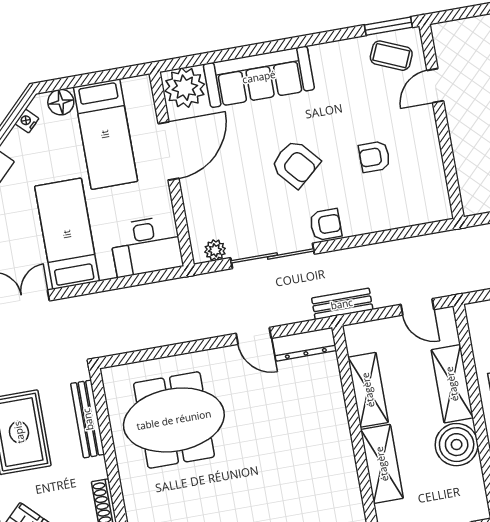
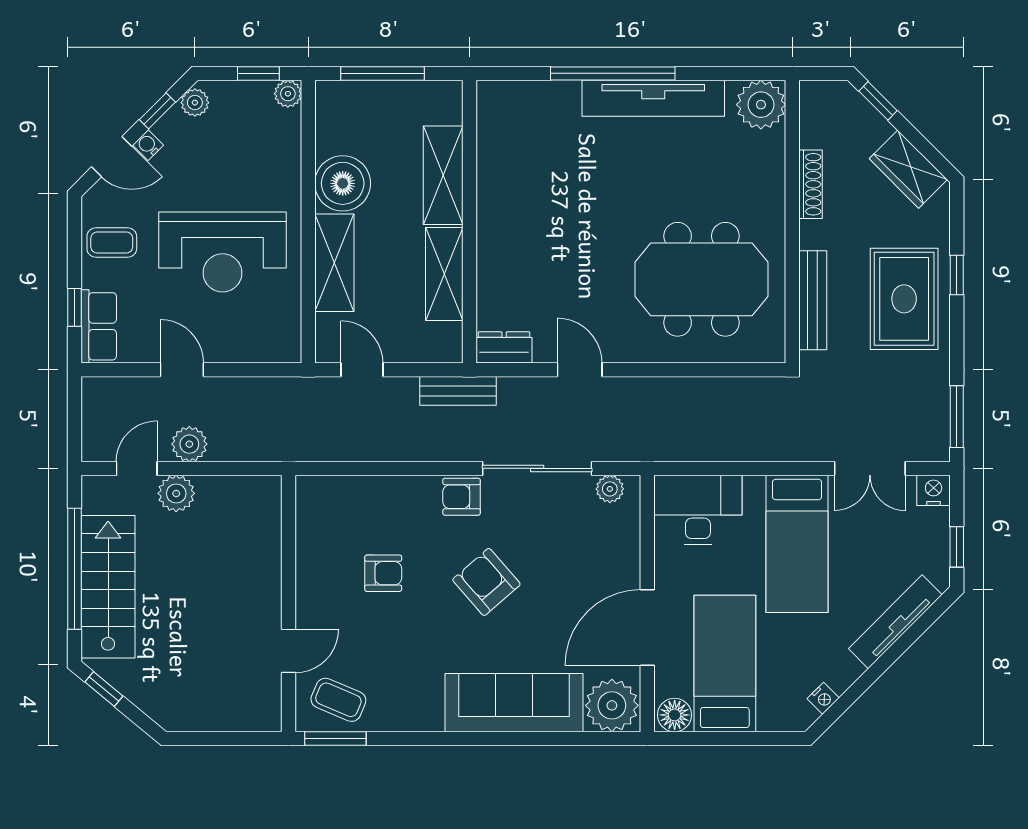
floor lamp: (61, 102) -> (675, 715), moved
dresser: (304, 344) -> (504, 347), width x0.70

